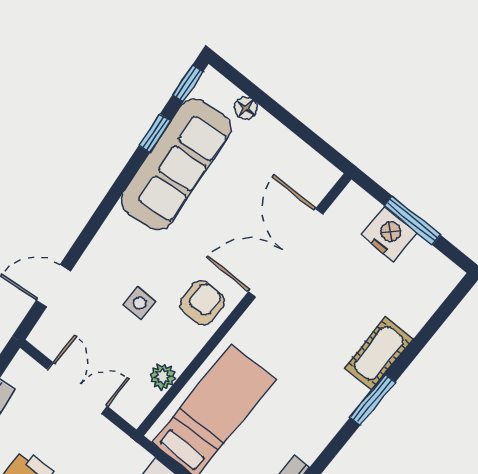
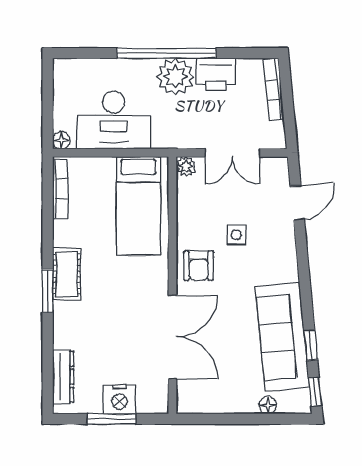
dresser: (427, 301) -> (63, 377), added
cot: (379, 353) -> (67, 274), moved
plant: (163, 377) -> (186, 166), moved

